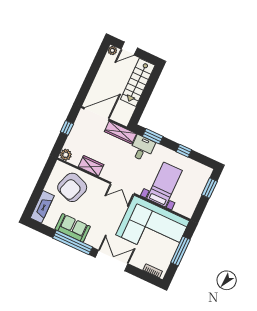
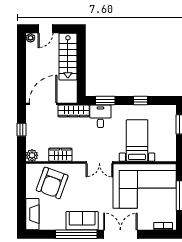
sofa: (73, 228) -> (82, 221), moved

